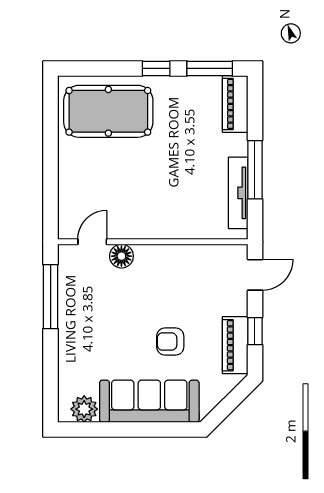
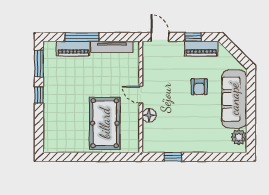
piano: (235, 104) -> (73, 49), moved
pool table: (108, 111) -> (105, 123), moved
window: (255, 170) -> (82, 37), moved
door: (92, 242) -> (141, 95), moved
window: (51, 297) -> (173, 157), width x0.46

